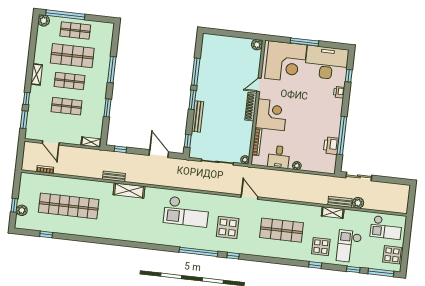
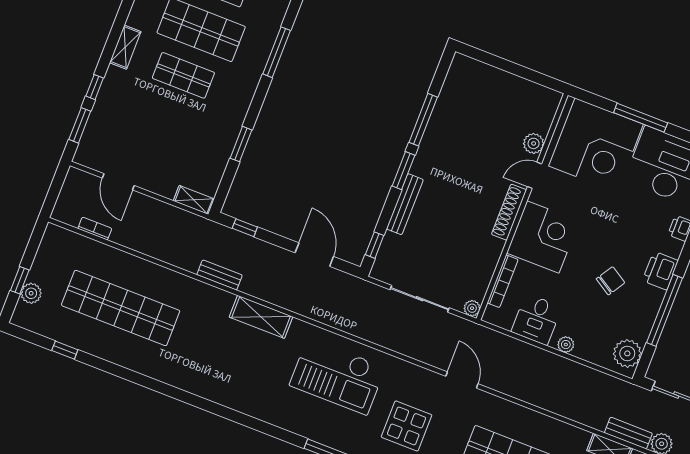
plant: (257, 45) -> (534, 143), moved
window: (112, 70) -> (277, 52), moved
shop shelf: (67, 106) -> (166, 121), removed
chair: (311, 128) -> (610, 281), added
printer: (331, 146) -> (660, 271), moved
plant: (329, 162) -> (627, 353), added
shelving: (129, 191) -> (261, 317), moved

